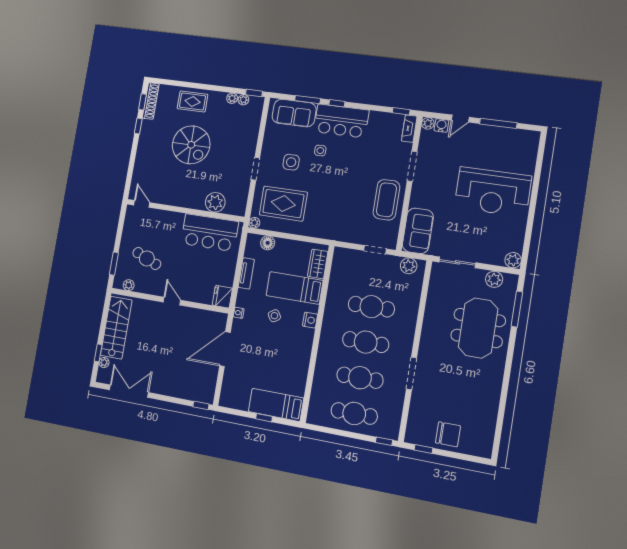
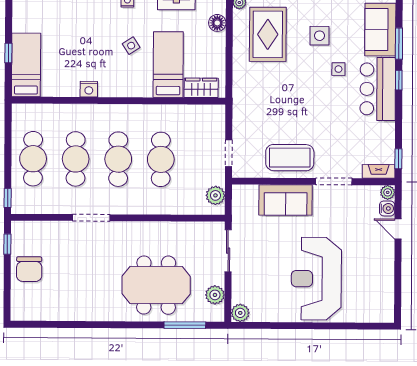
window: (498, 123) -> (398, 274), removed
sofa: (418, 231) -> (286, 200), moved
nightstand: (310, 320) -> (89, 89), moved

